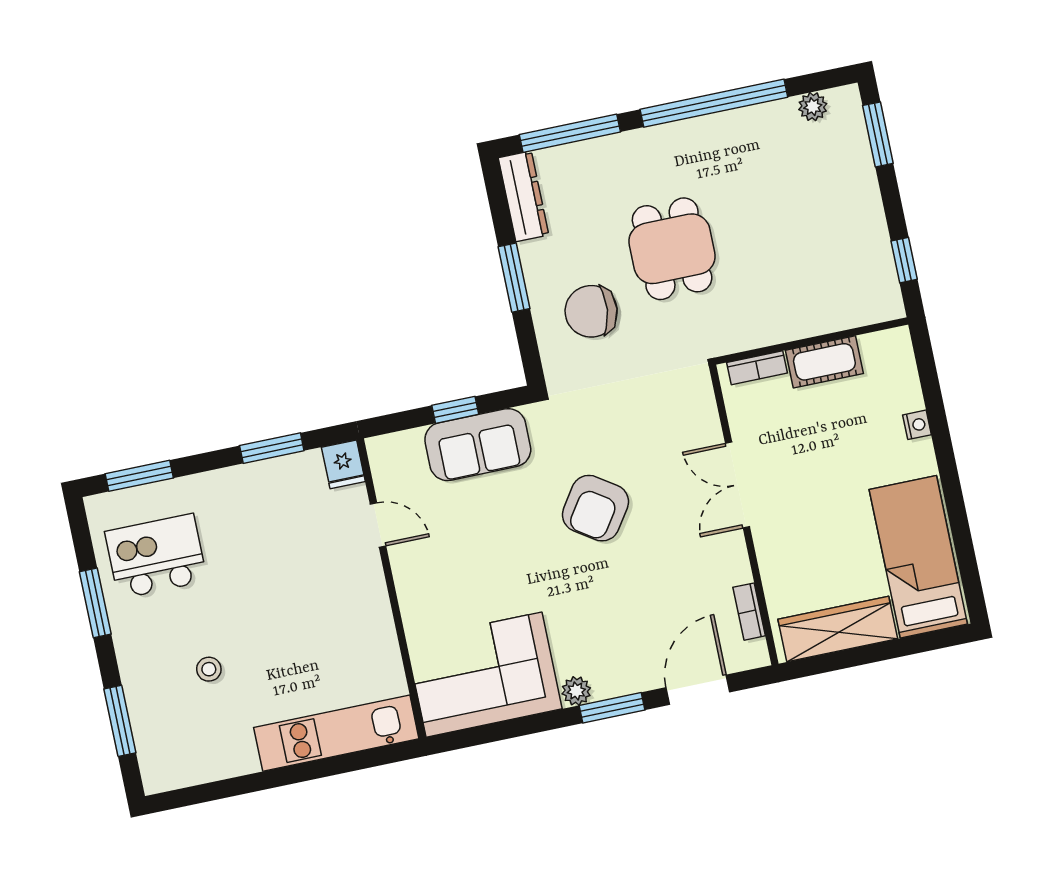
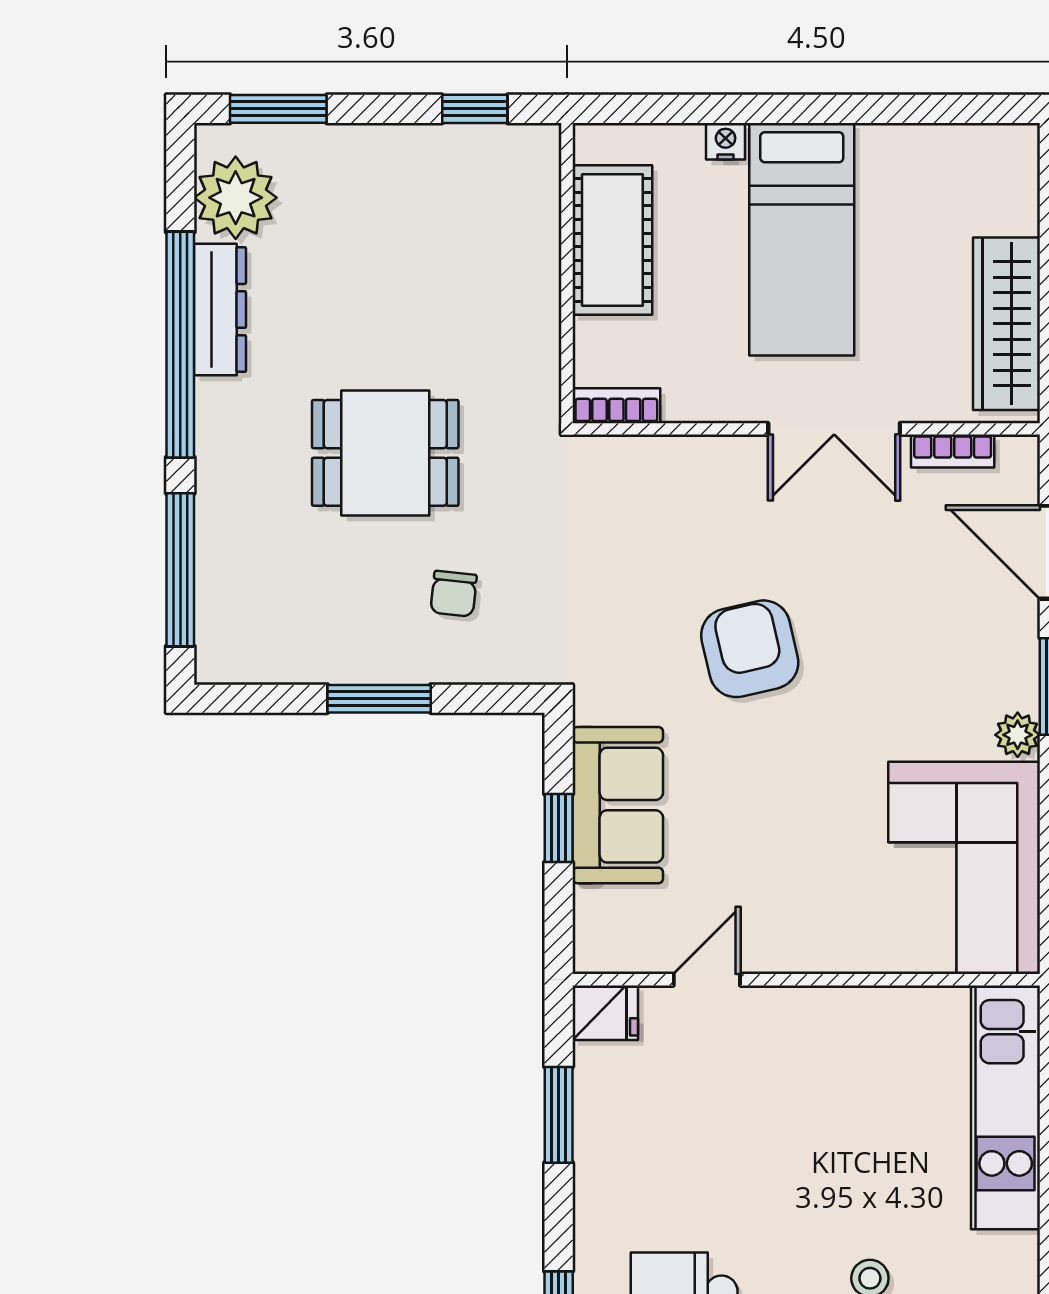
plant: (813, 107) -> (236, 198), width x1.88, depth x1.88
dresser: (524, 196) -> (220, 310), moved, turned 90
chair: (591, 311) -> (454, 594), width x0.54, depth x0.54
cot: (824, 362) -> (612, 240), width x1.37, depth x1.34
bookcase: (757, 368) -> (616, 406), moved, turned -90
double door: (737, 485) -> (834, 429), moved
armchair: (595, 508) -> (750, 649), turned -137
bed: (918, 557) -> (802, 239), moved, turned -90

